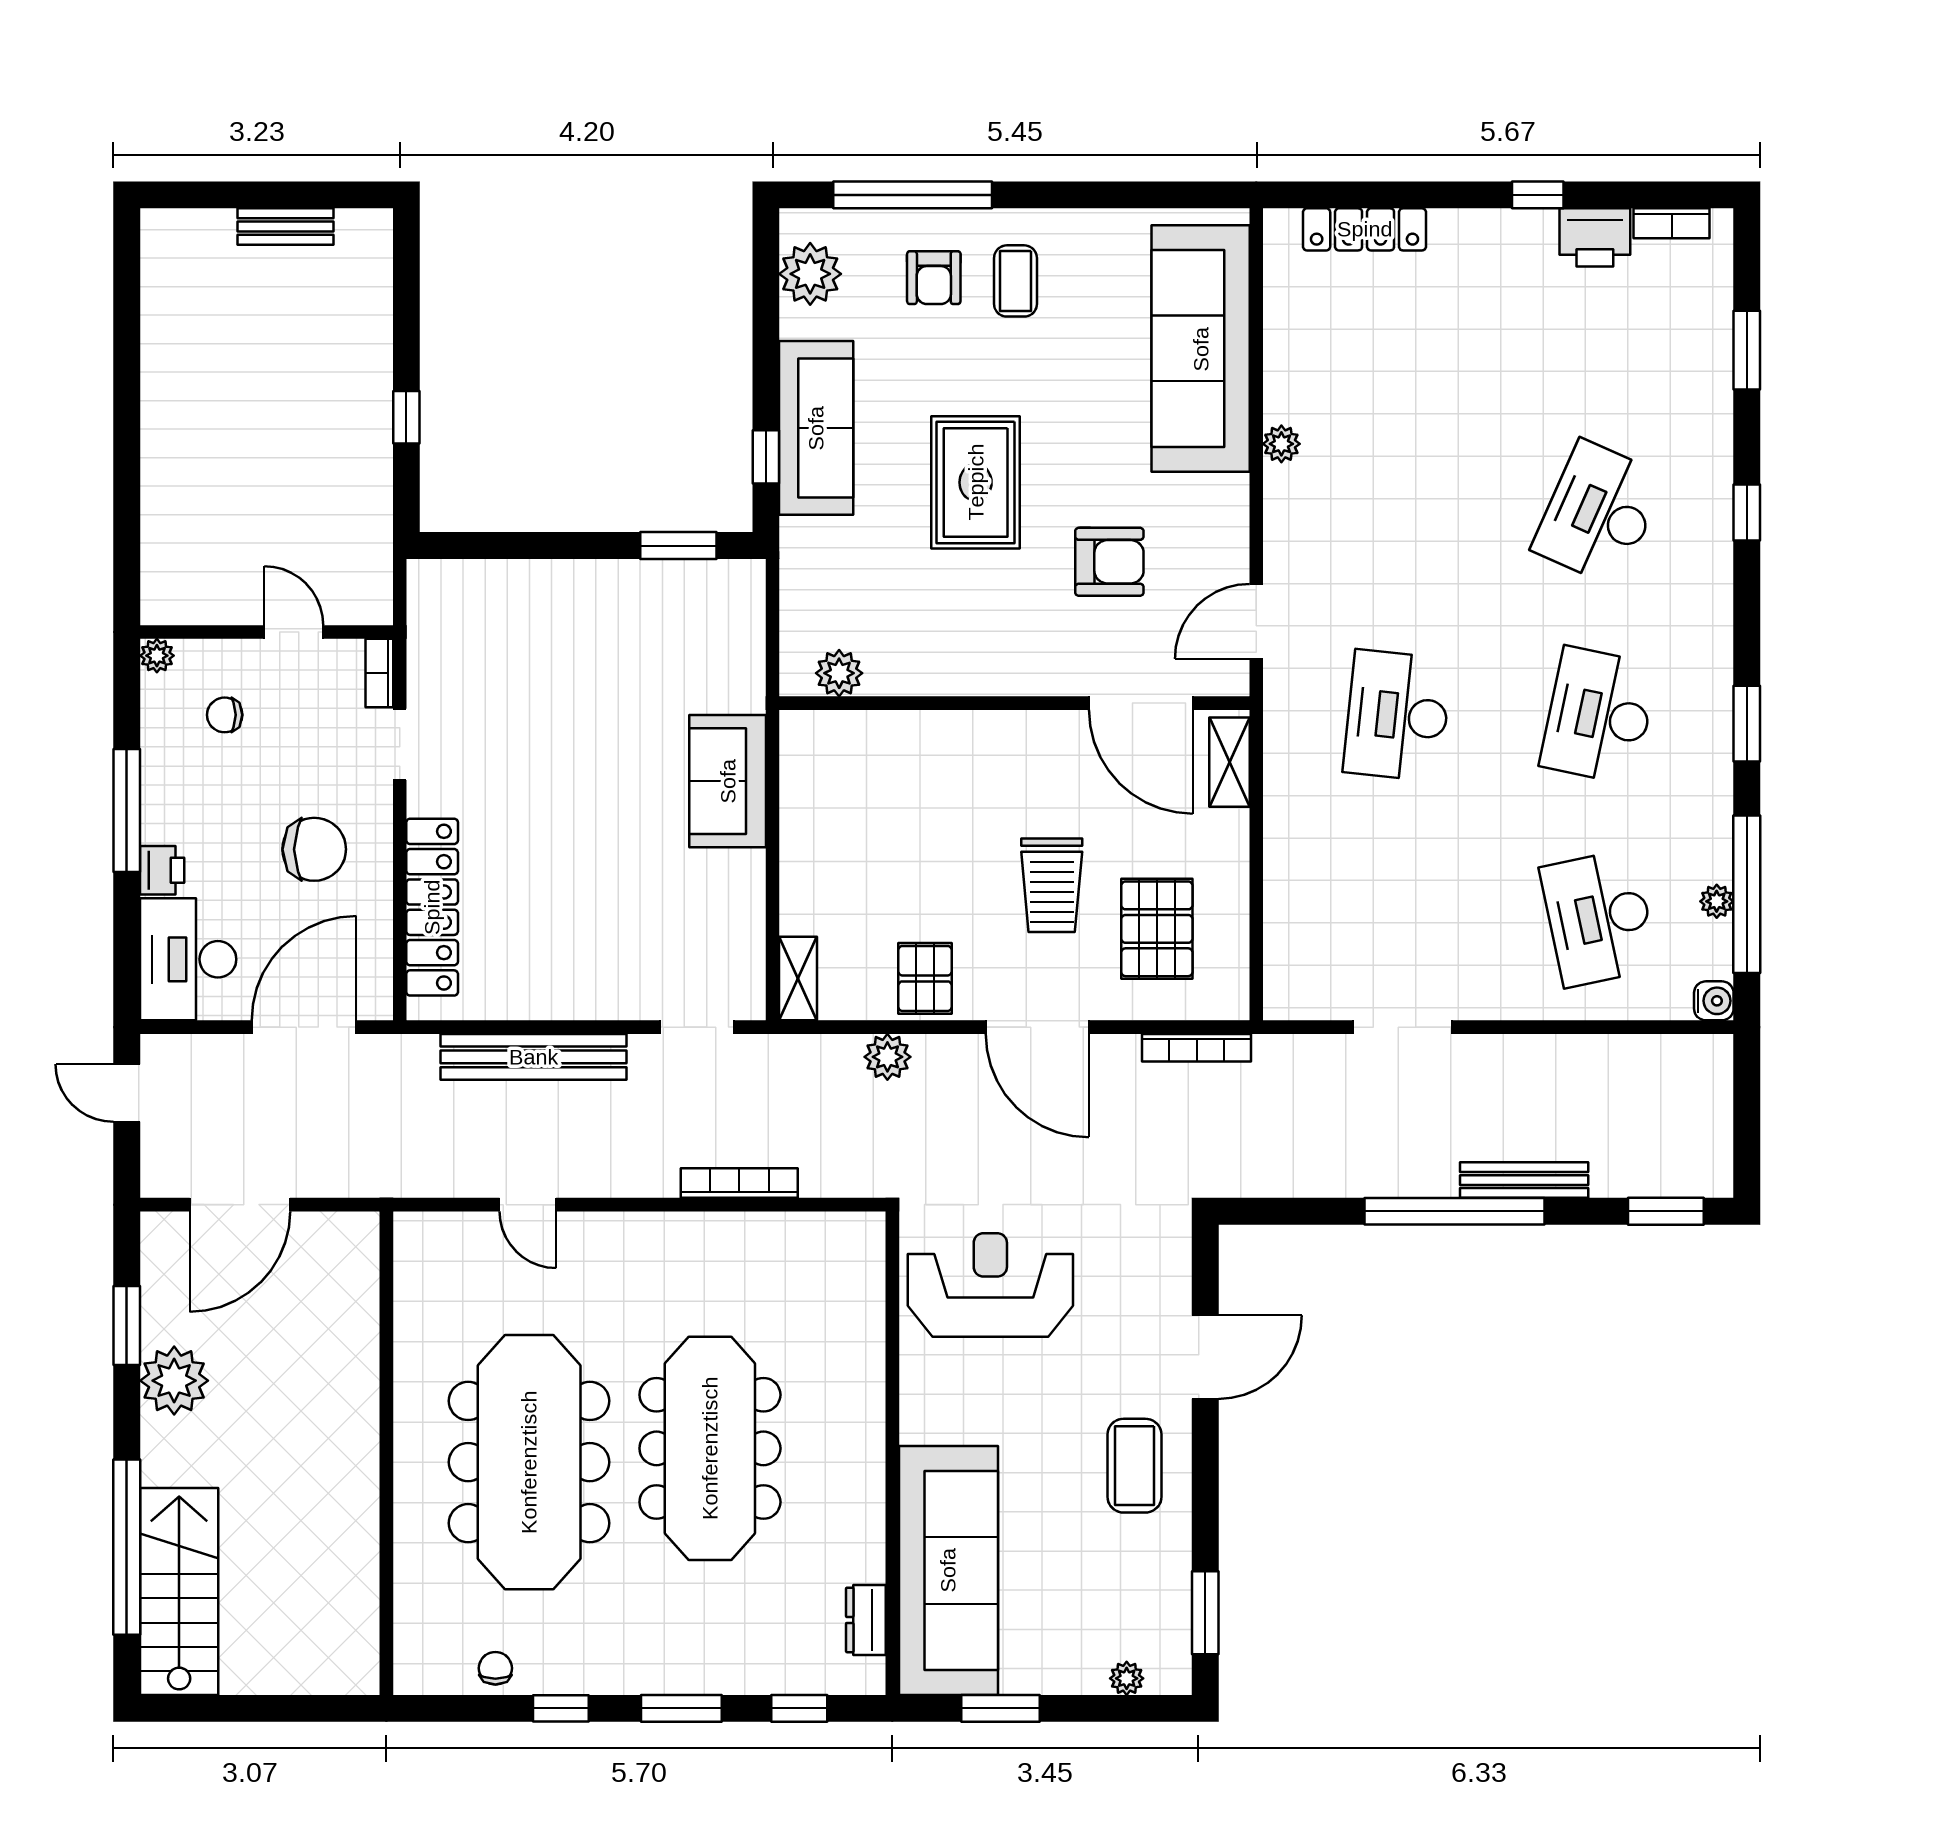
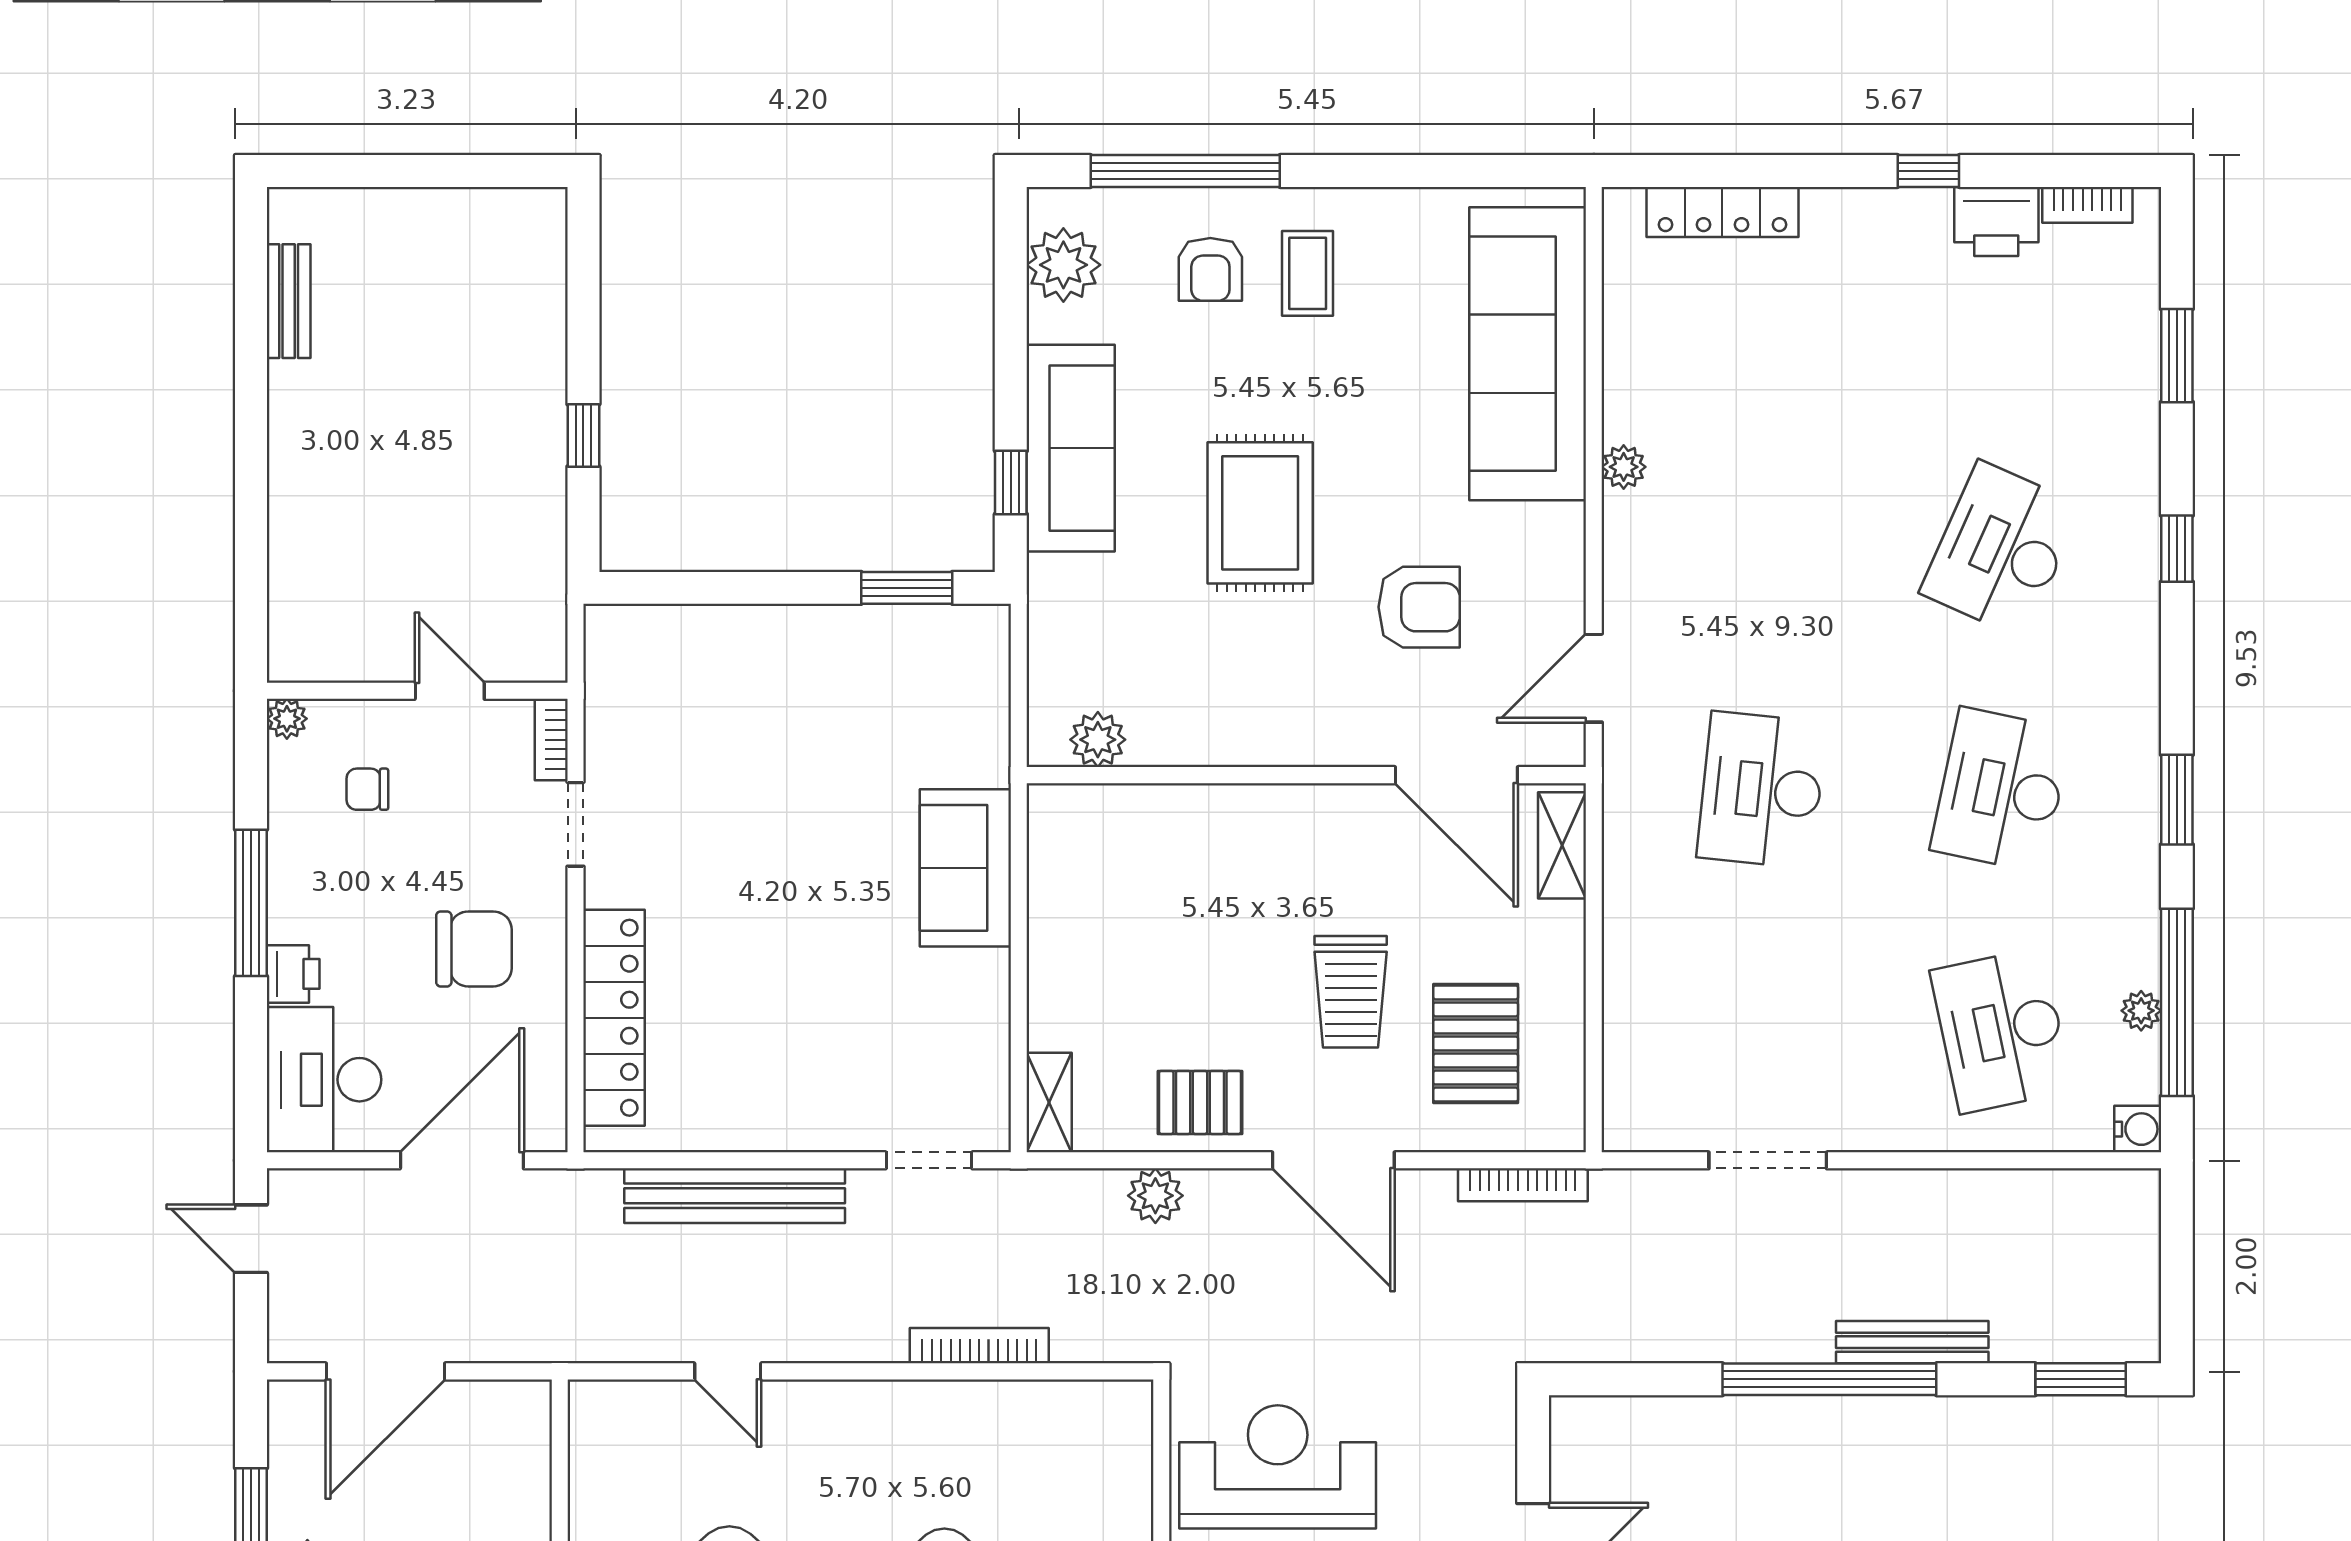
bench: (286, 227) -> (289, 301), moved, turned 90
pallet: (925, 978) -> (1200, 1102), turned 90

